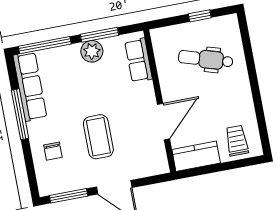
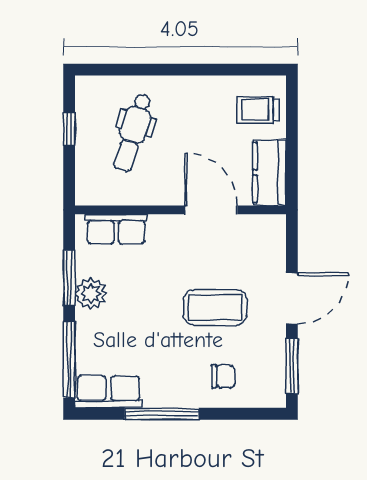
row of seats: (30, 86) -> (108, 392), width x0.68

